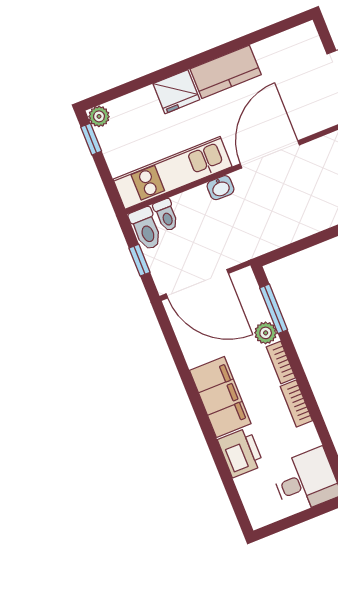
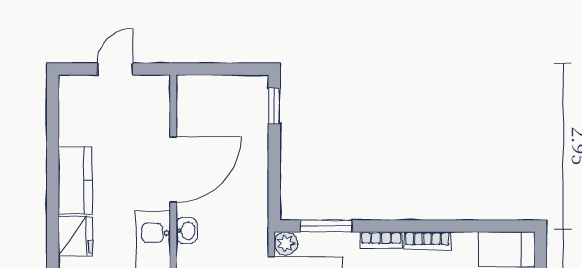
door: (270, 154) -> (173, 169), swing flipped
plant: (266, 333) -> (286, 243), moved

